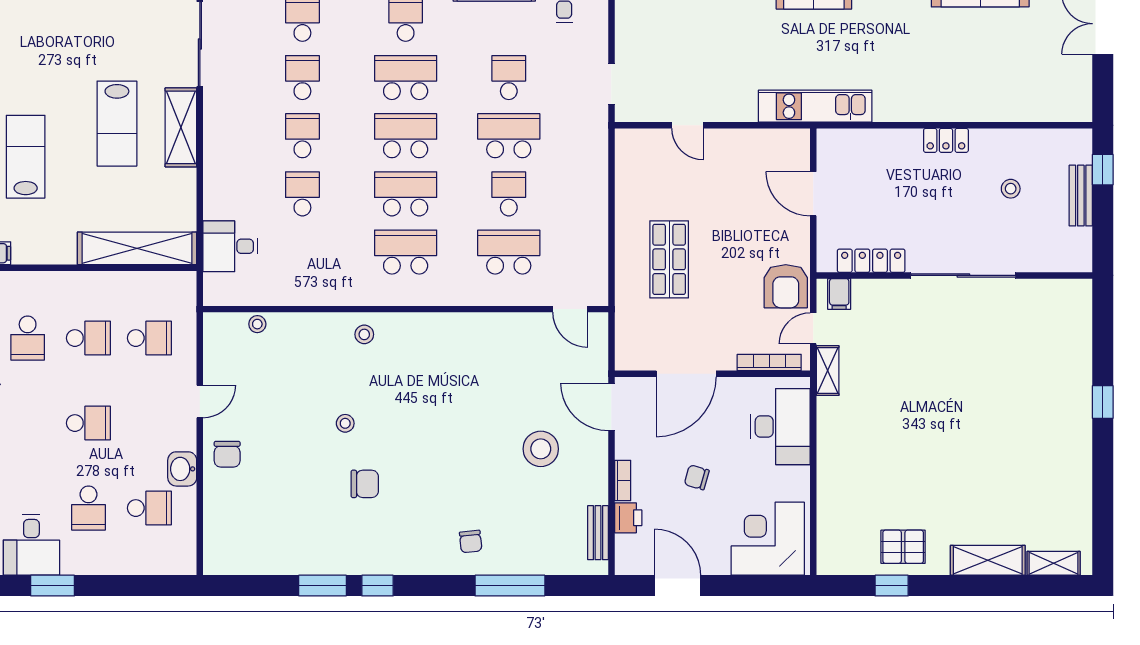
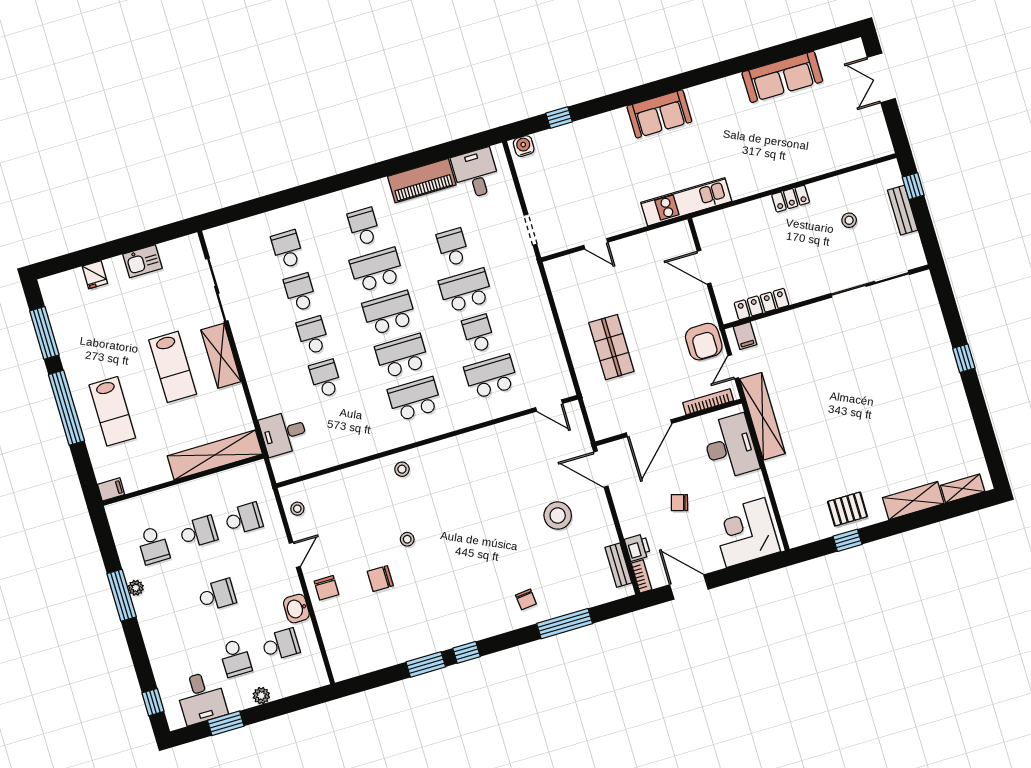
lab bench: (26, 157) -> (112, 411), turned 180
sliding door: (963, 275) -> (870, 284), moved
stool: (257, 324) -> (297, 509), moved
shelving: (828, 371) -> (762, 416), width x2.20, depth x1.33
bookcase: (623, 481) -> (641, 576), moved
chair: (365, 484) -> (380, 579), moved, turned 180
plant: (107, 564) -> (261, 696), added

